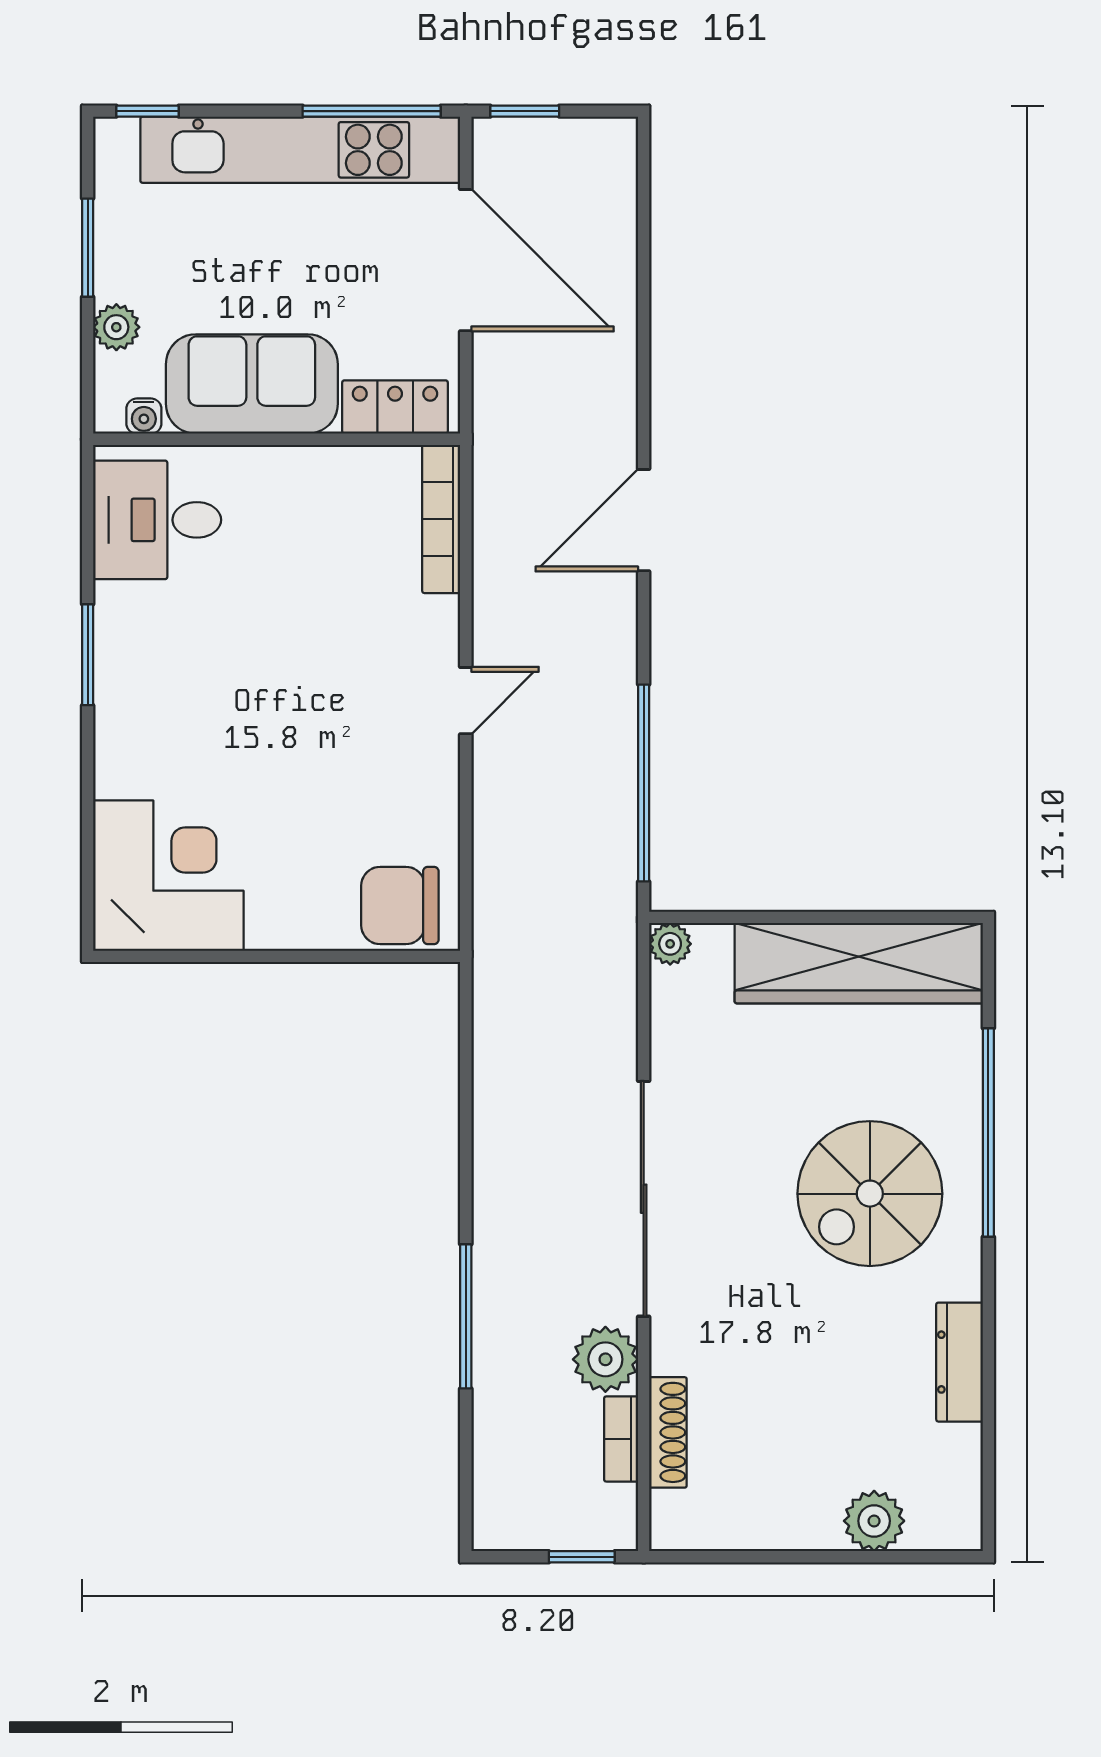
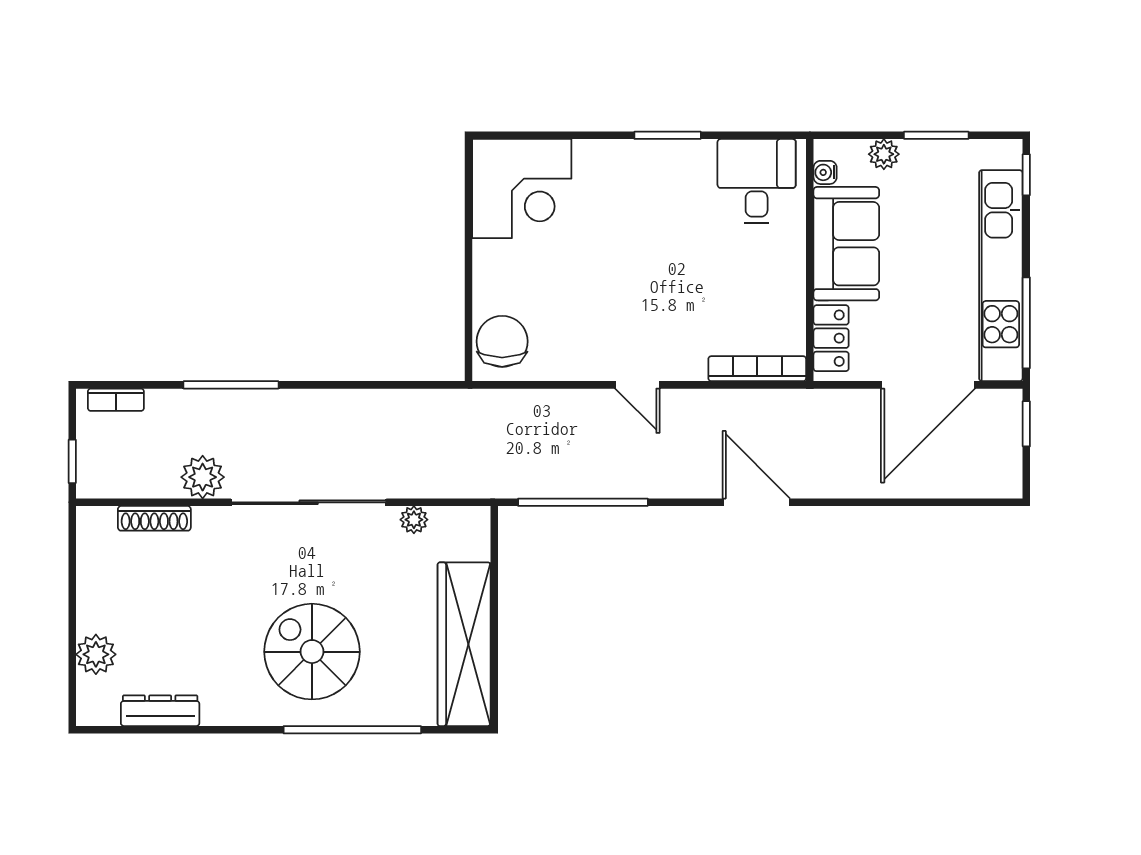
plant: (670, 944) -> (414, 520), moved
dresser: (960, 1362) -> (160, 711), moved
bookcase: (621, 1439) -> (116, 400), moved, turned 180

